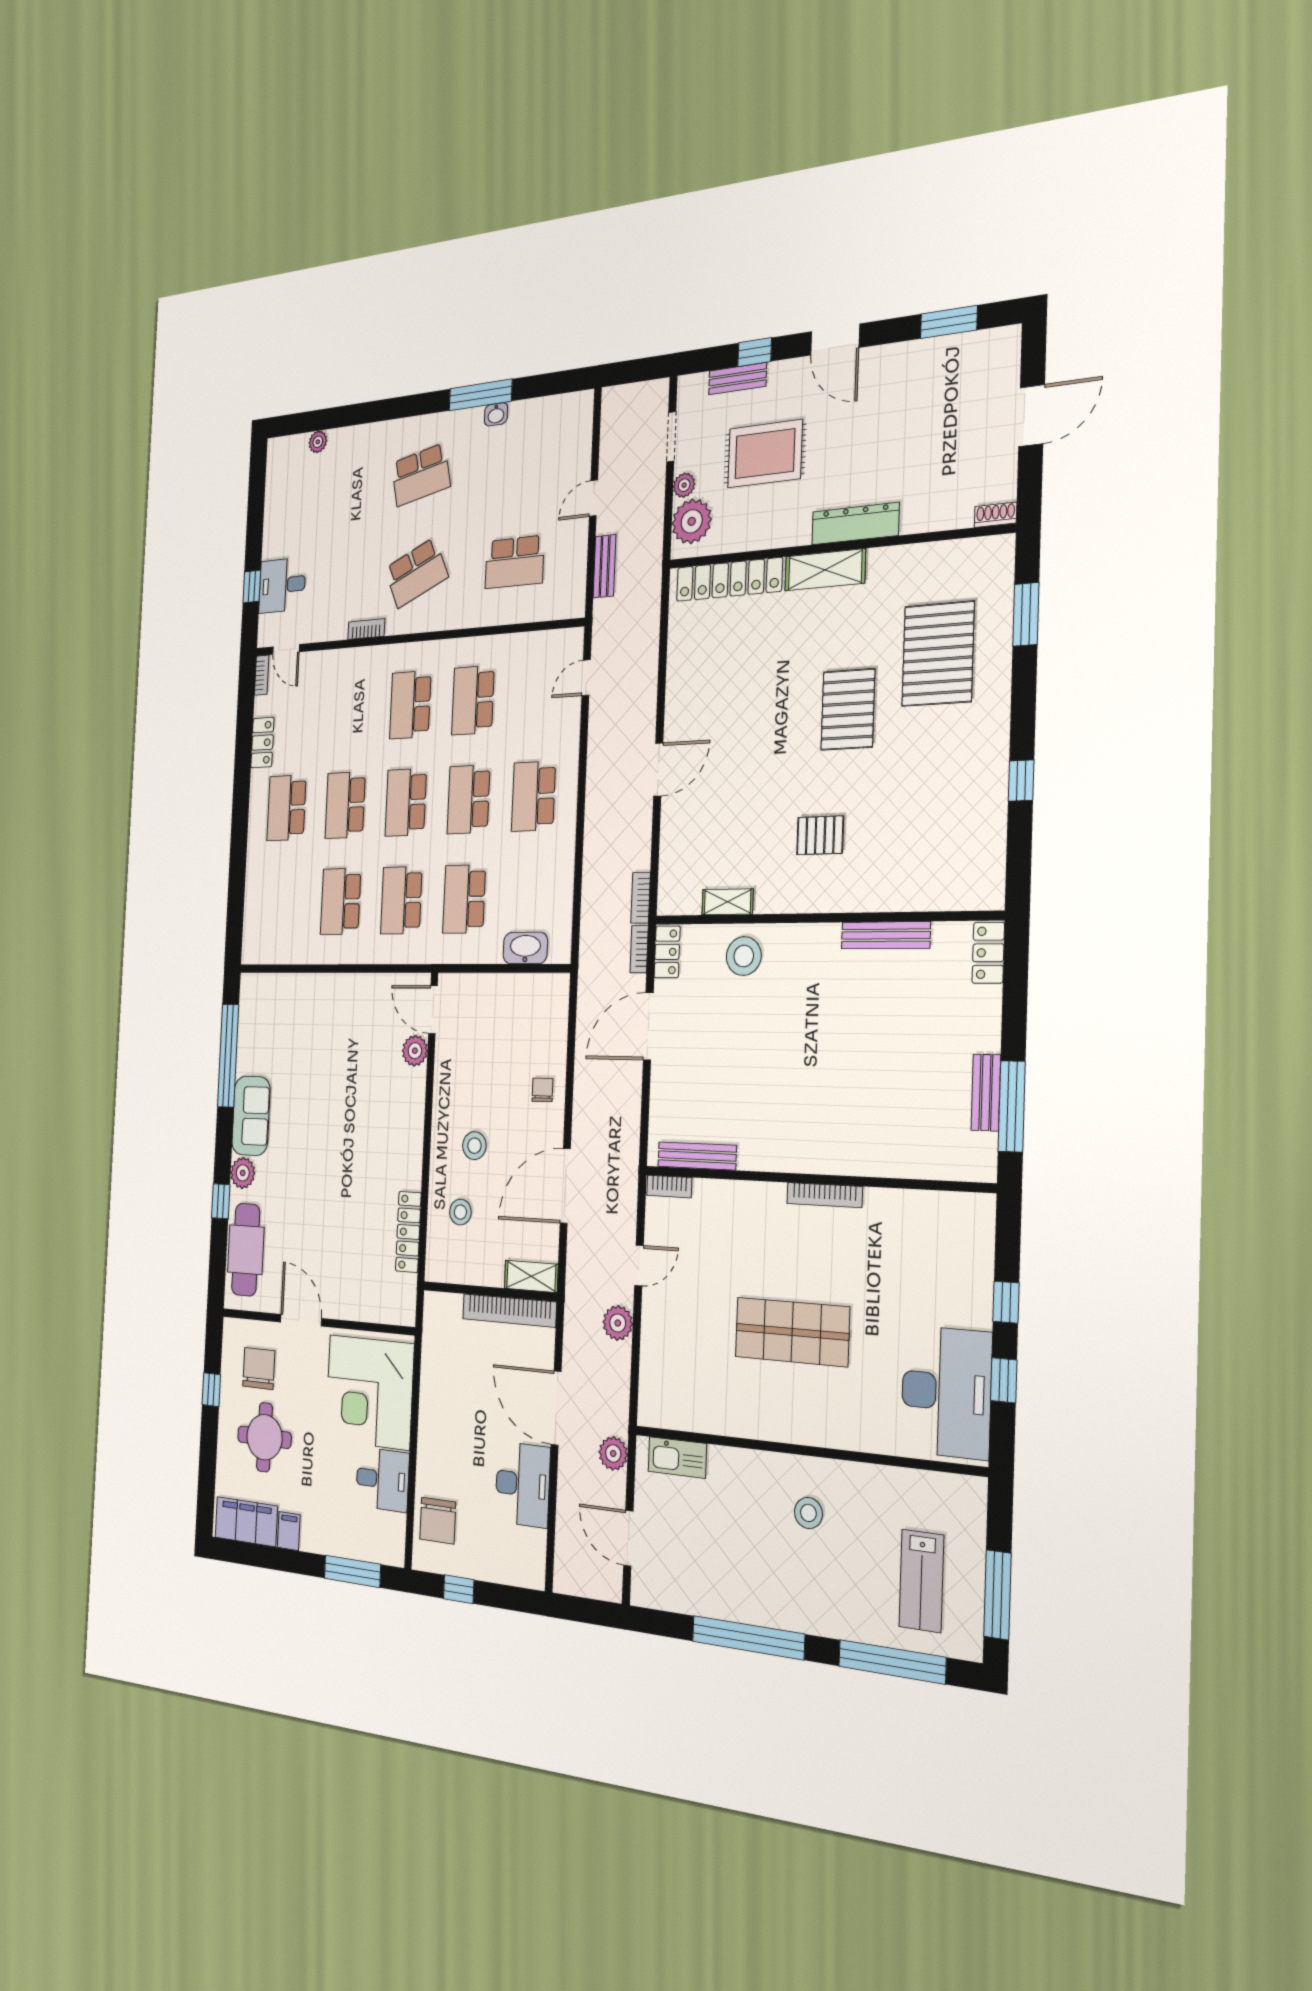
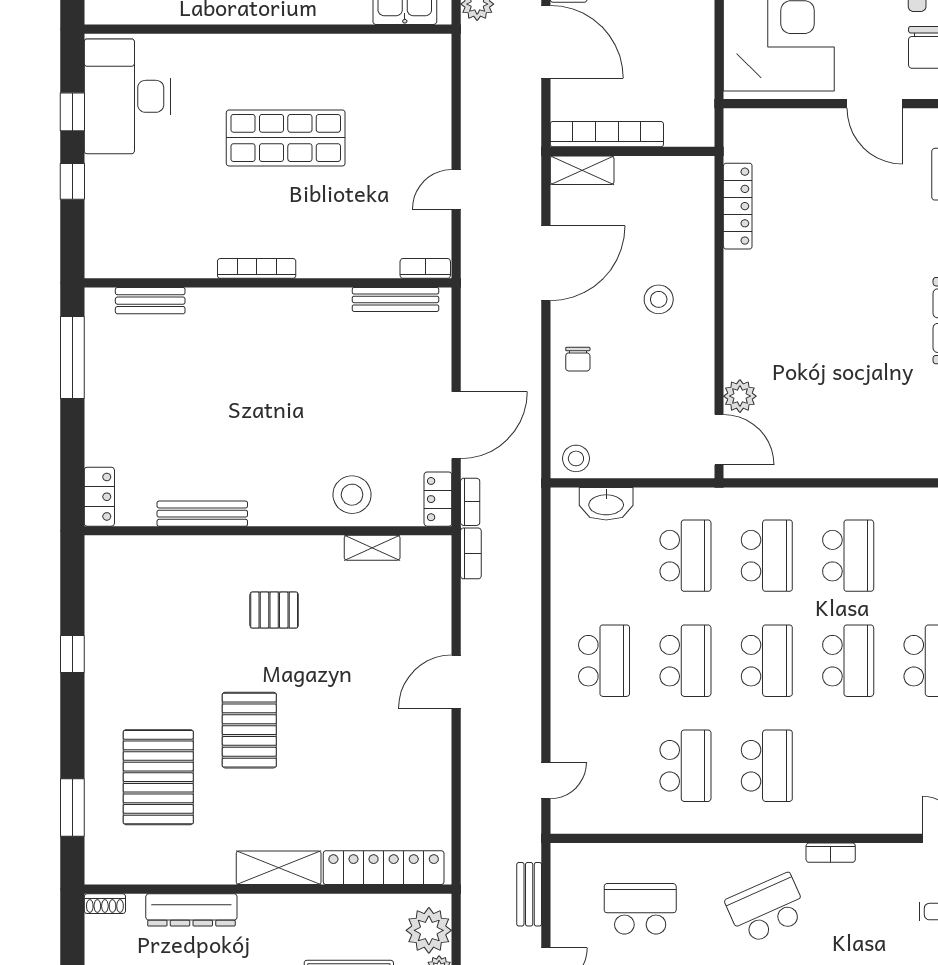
dresser: (855, 524) -> (191, 910), moved
bench: (986, 1093) -> (150, 301), moved, turned 90
stool: (460, 1212) -> (576, 458), moved
plant: (618, 1323) -> (478, 132), removed

